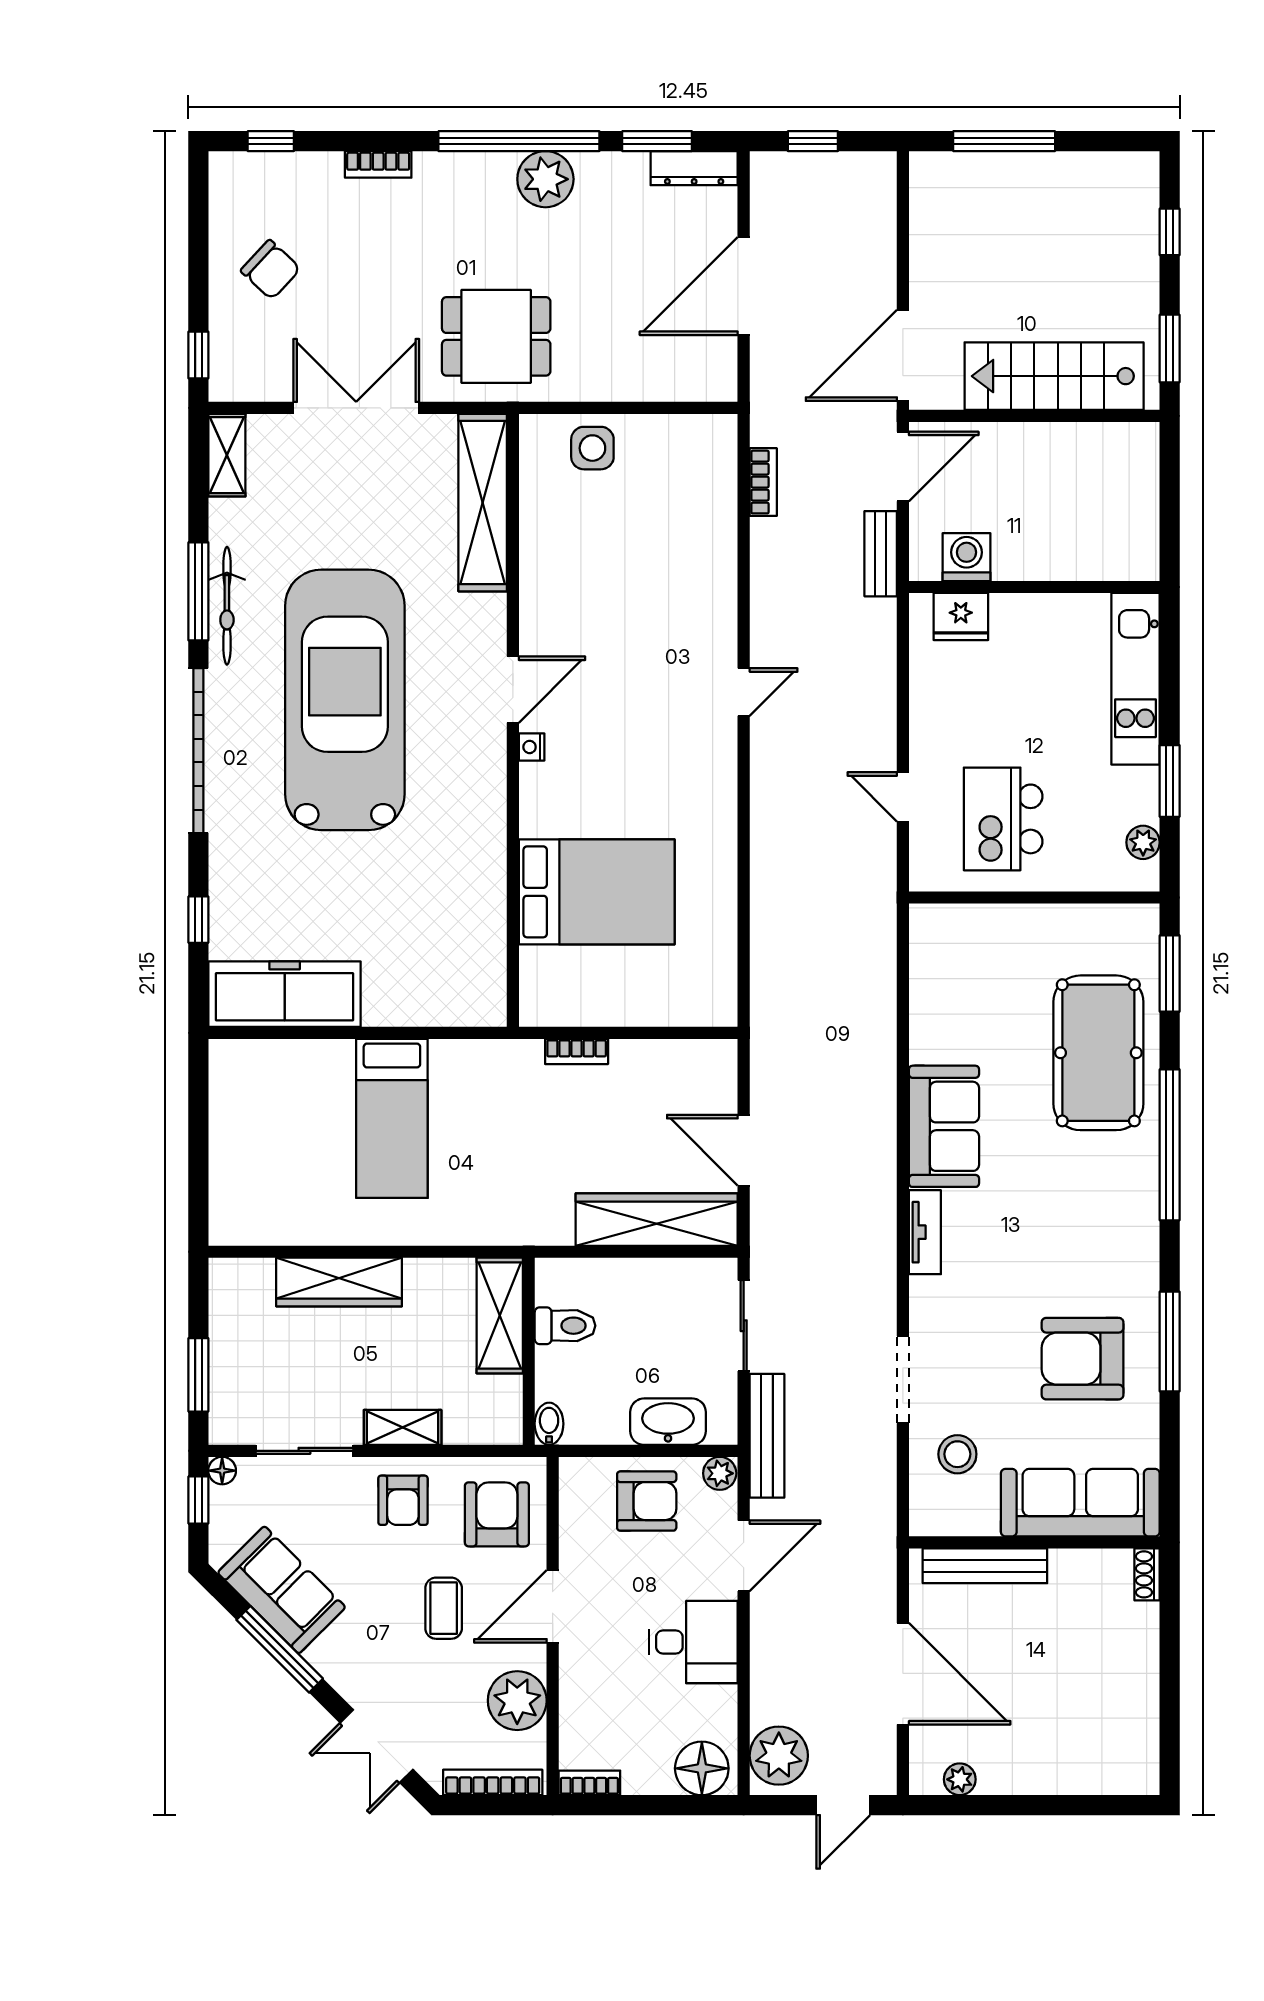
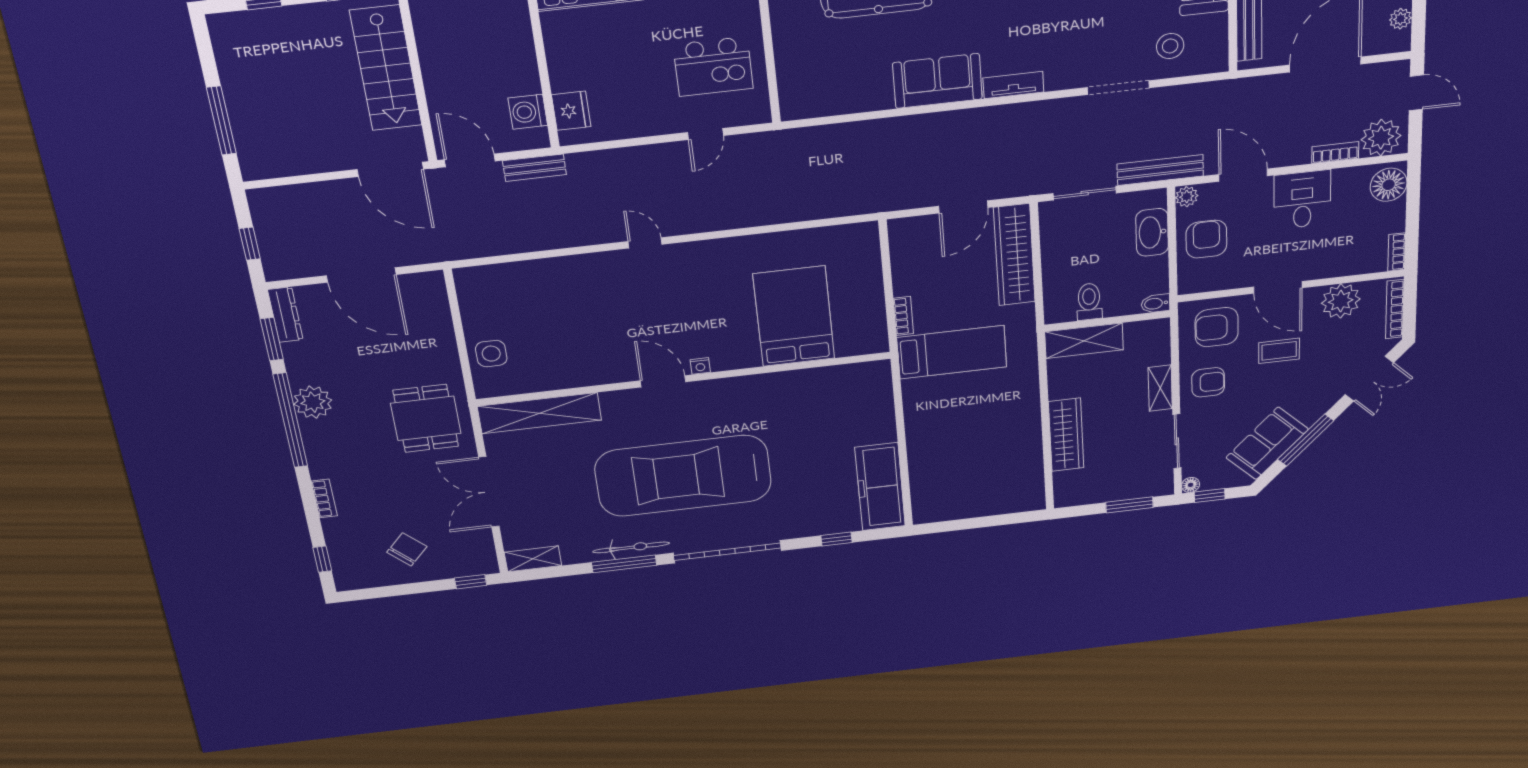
bookcase: (763, 482) -> (1335, 153), moved
bed: (392, 1118) -> (952, 352), moved

